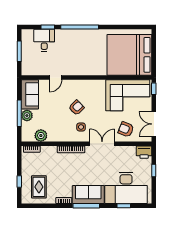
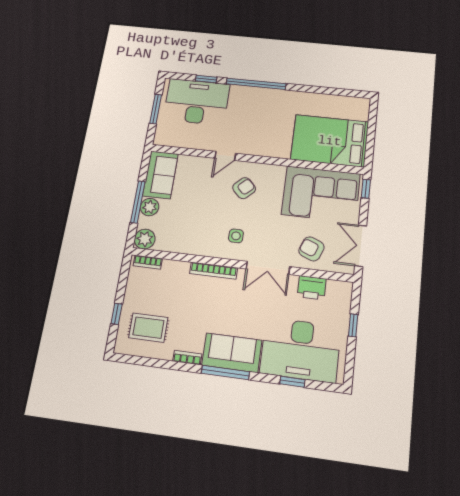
desk: (44, 40) -> (197, 102), width x1.87, depth x1.30
bed: (129, 55) -> (330, 141), width x0.73
door: (56, 78) -> (225, 156), moved
armchair: (77, 108) -> (244, 188), moved
plant: (41, 136) -> (145, 239), moved
double door: (102, 144) -> (268, 268), swing flipped
printer: (144, 152) -> (312, 288), moved
rug: (39, 187) -> (148, 328), turned 90

